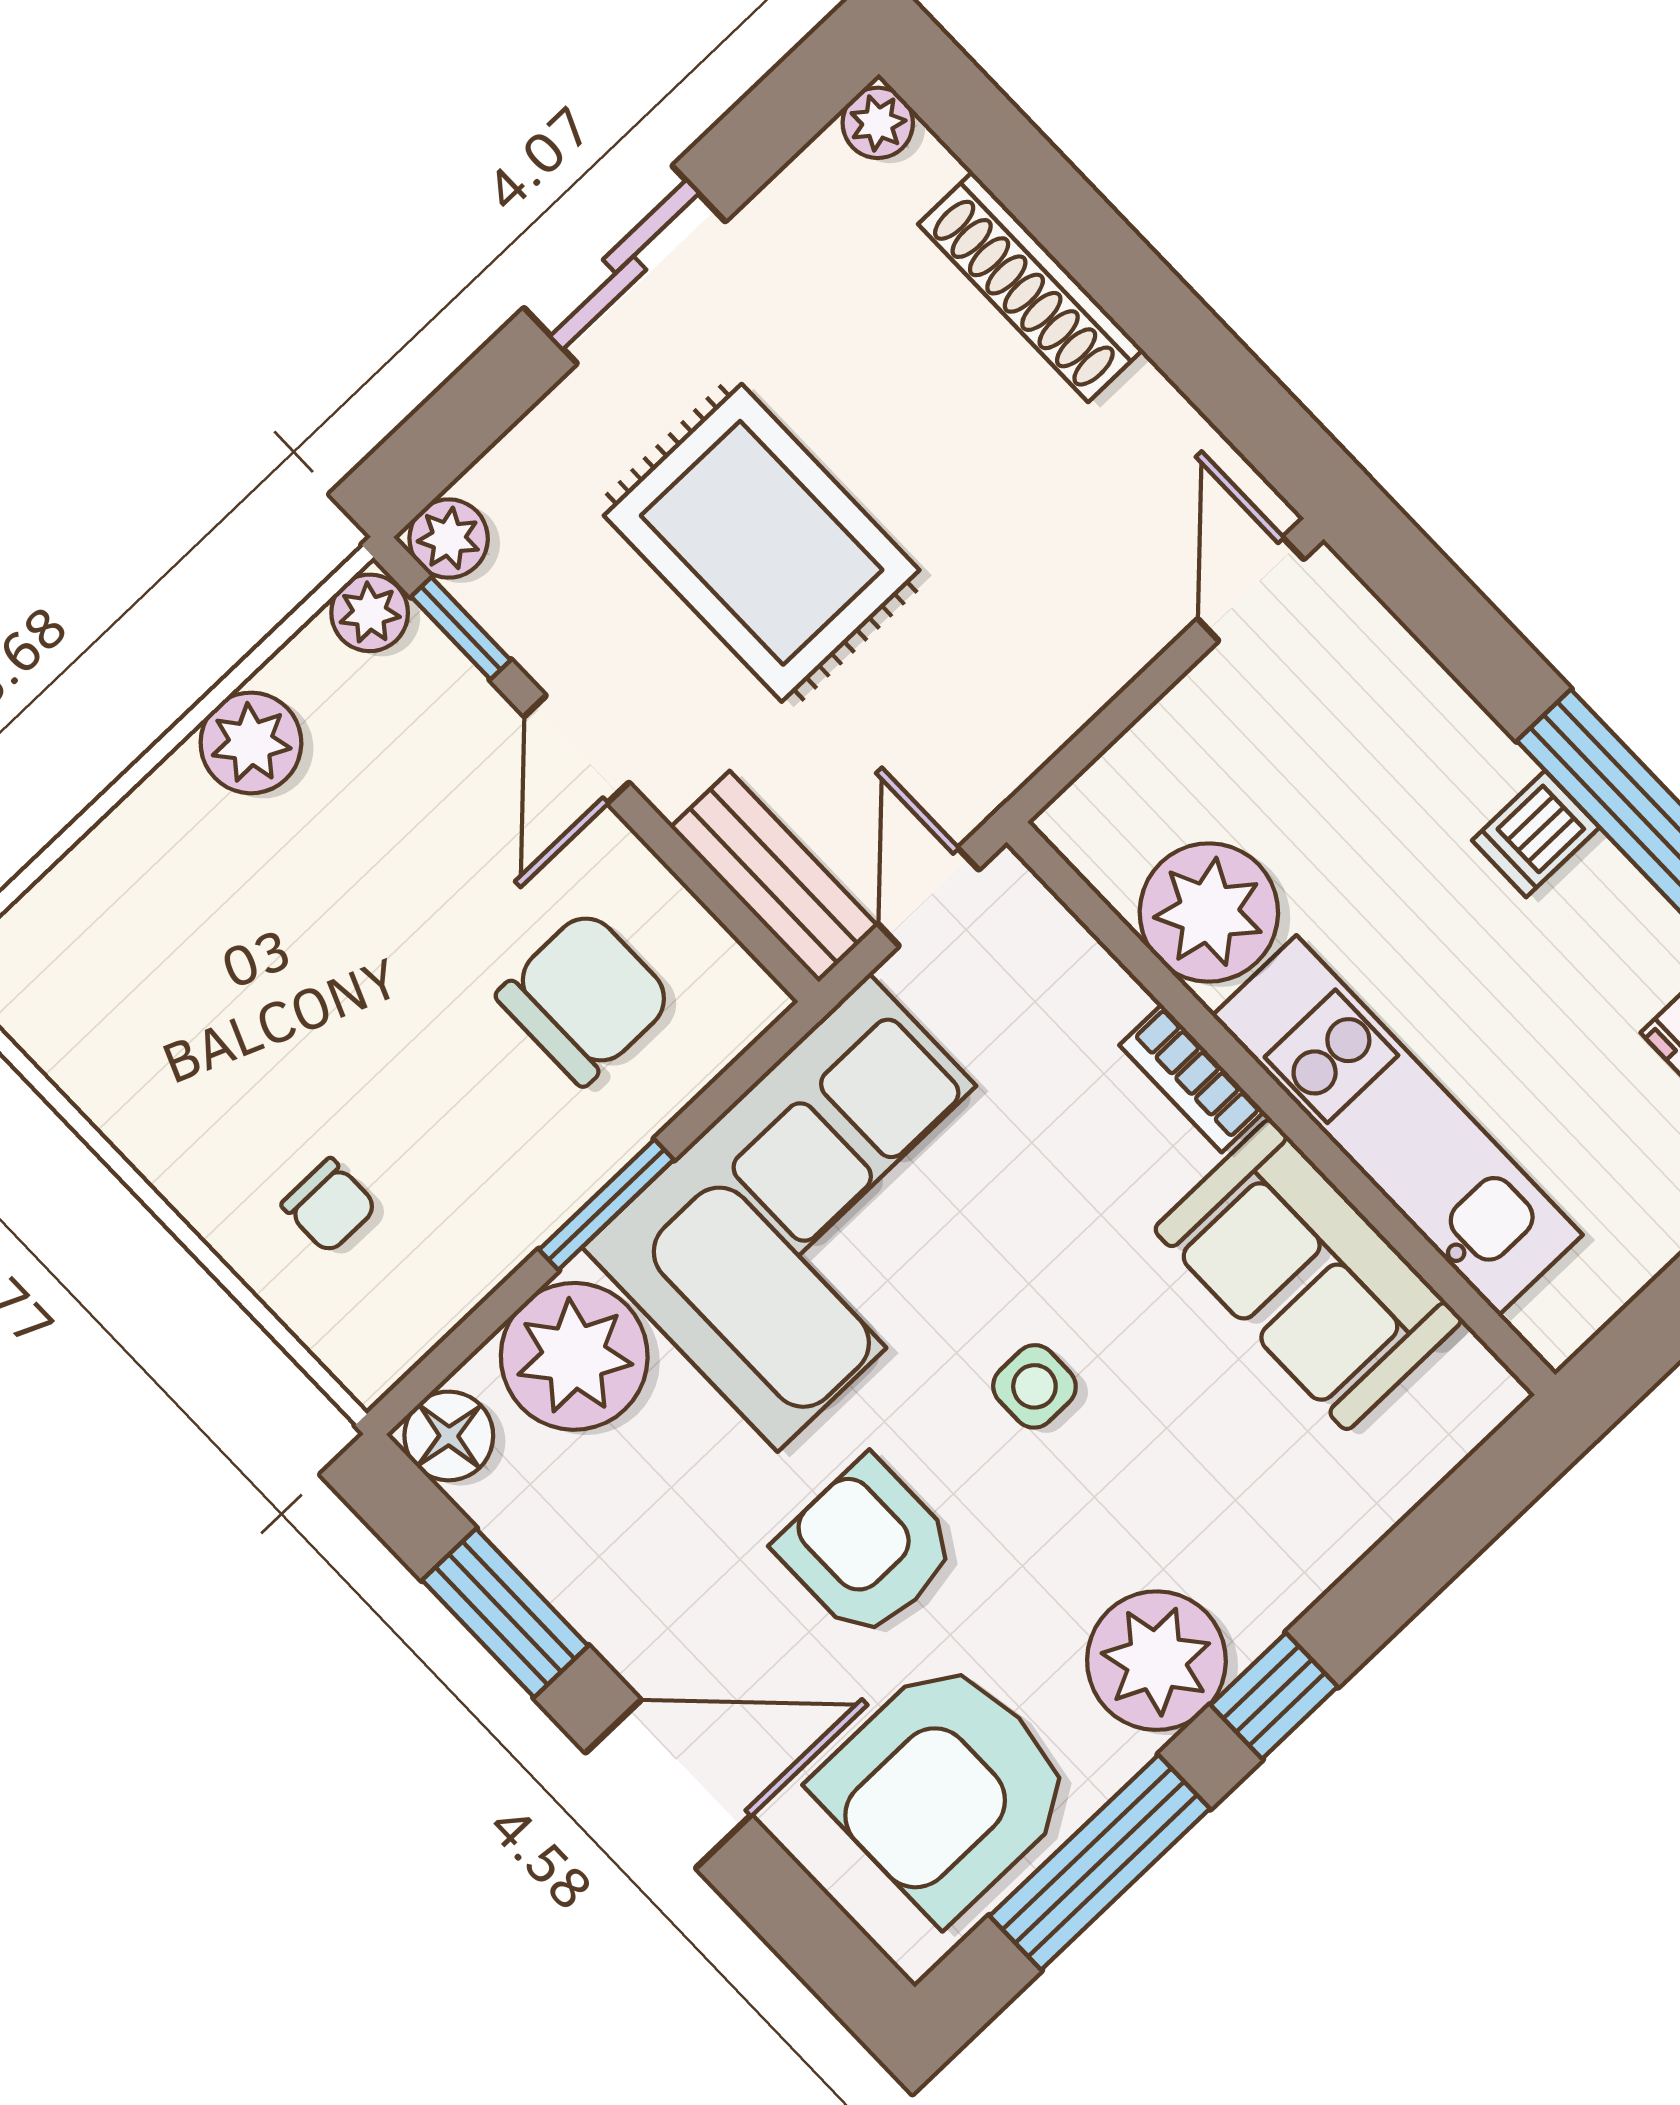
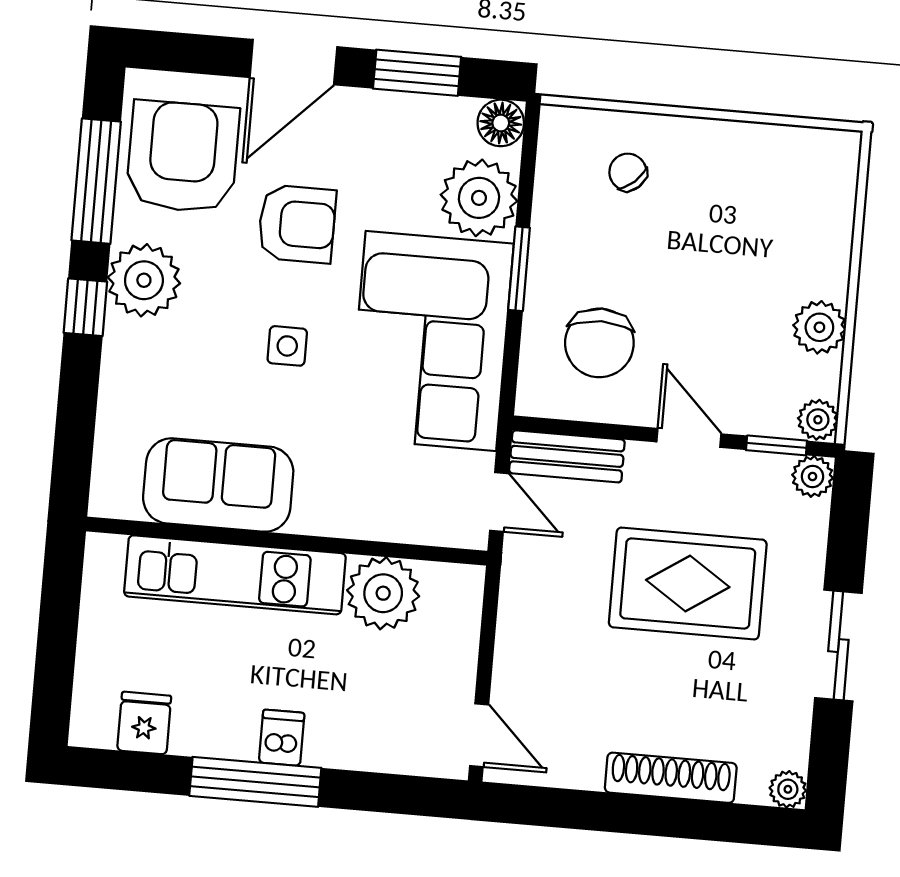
bookcase: (1192, 1078) -> (332, 522), removed
chair: (329, 1206) -> (628, 172), turned 48

